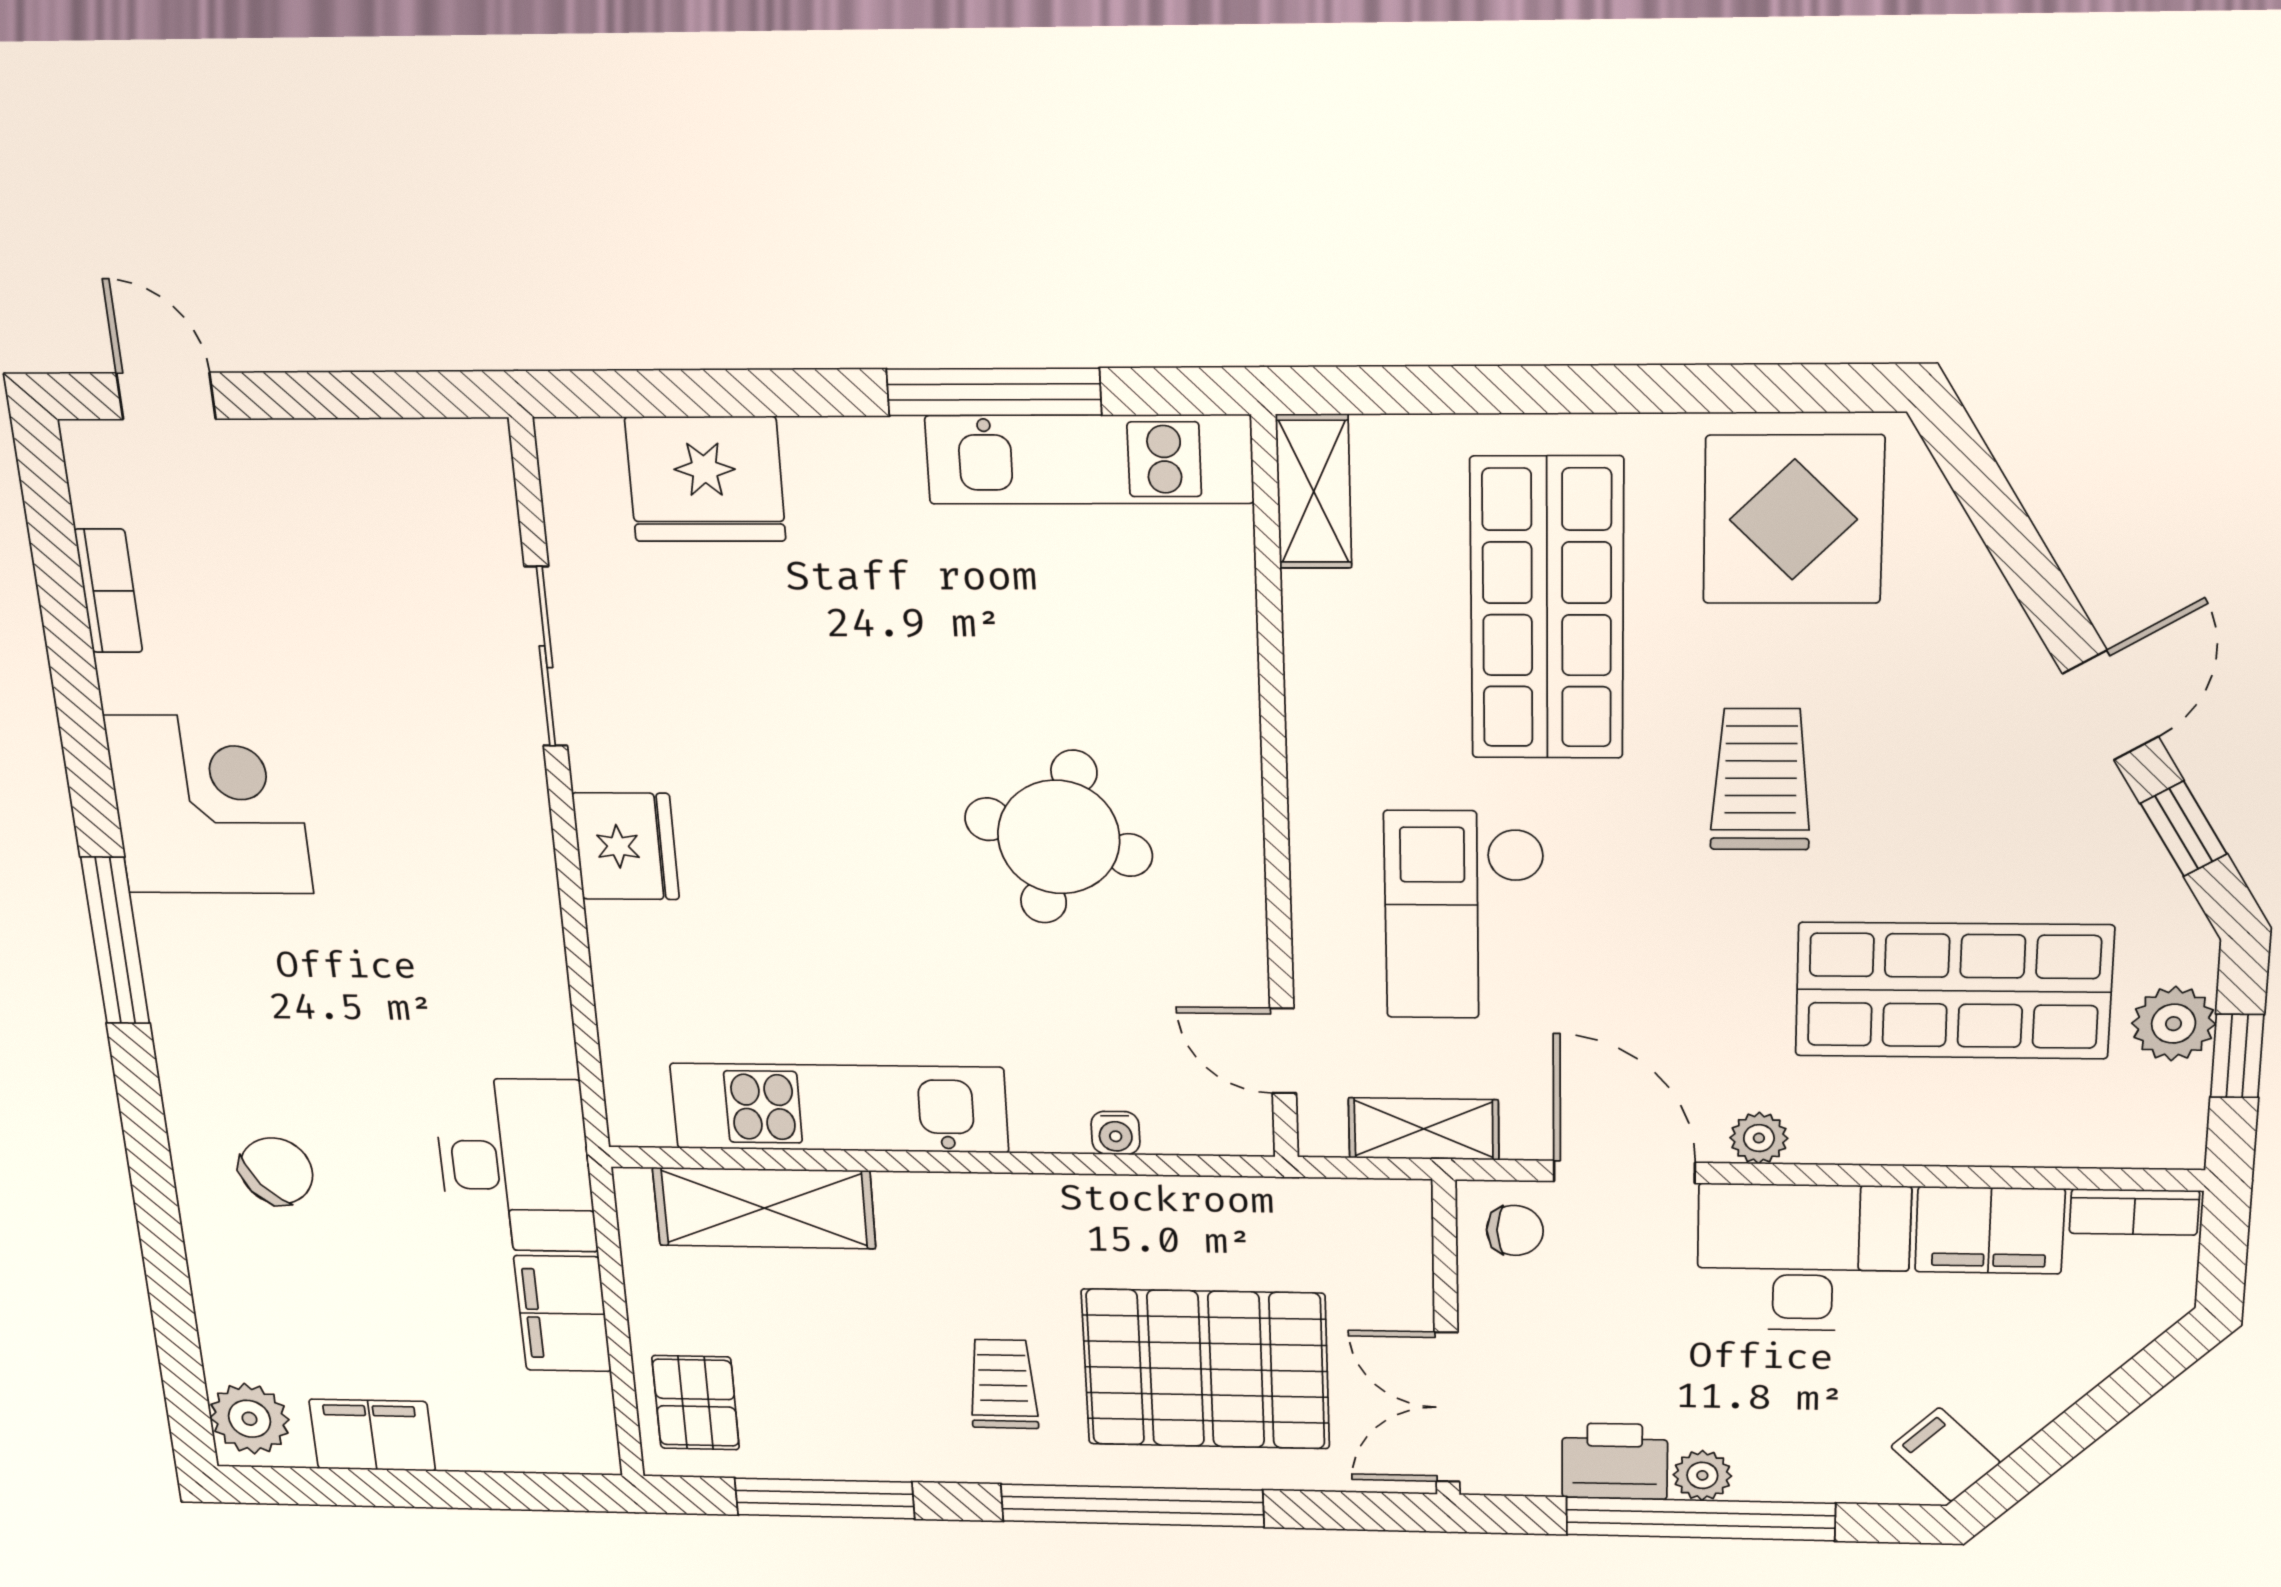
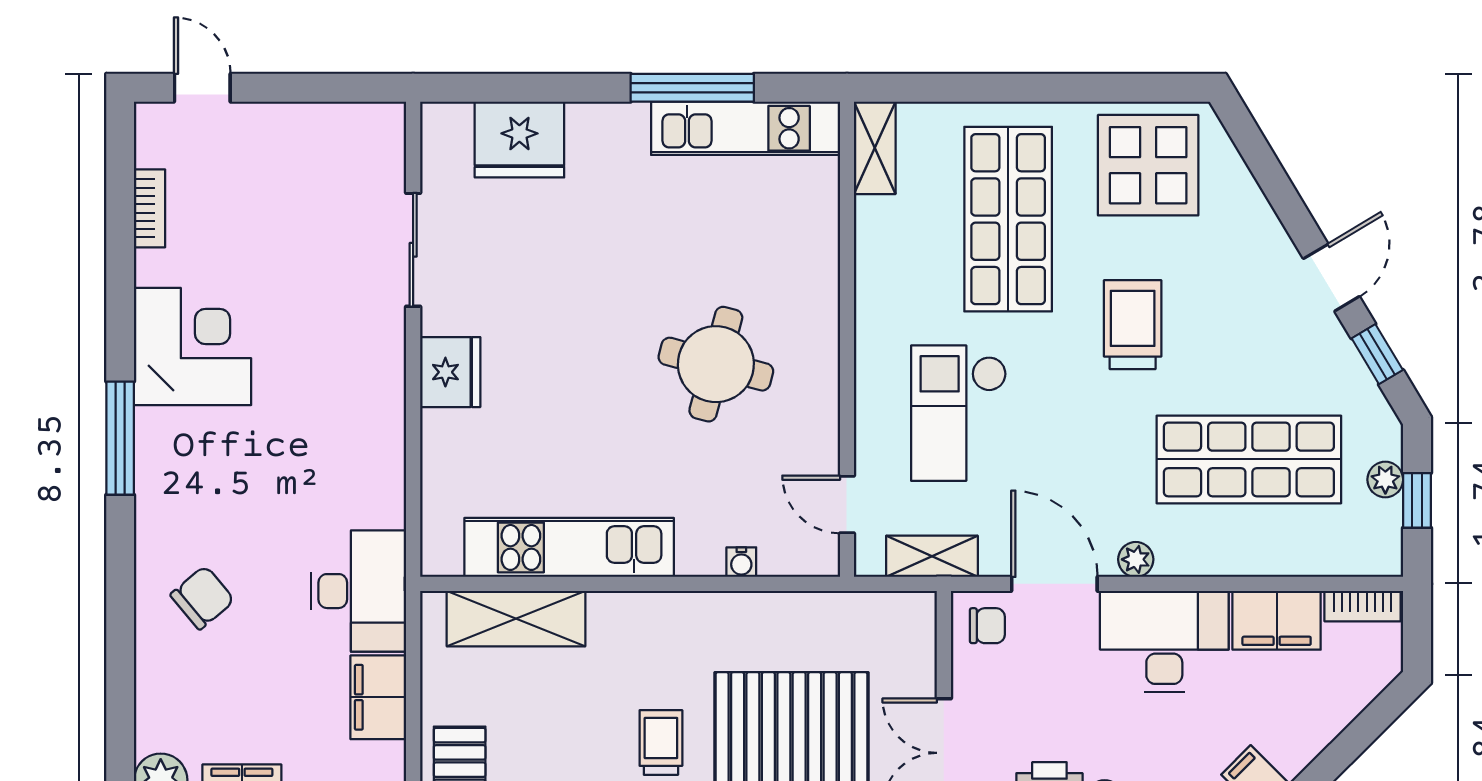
plant: (2174, 1024) -> (1385, 480), width x0.73, depth x0.73

